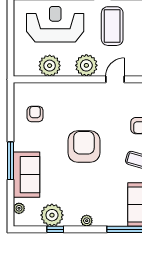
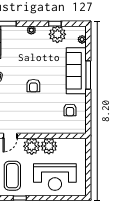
plant: (50, 66) -> (49, 146), moved
armchair: (84, 147) -> (33, 86), width x0.53, depth x0.53
sofa: (27, 175) -> (76, 71), width x1.36

